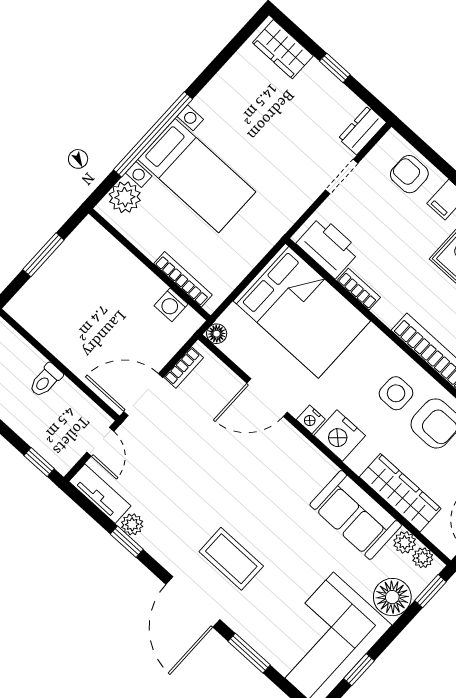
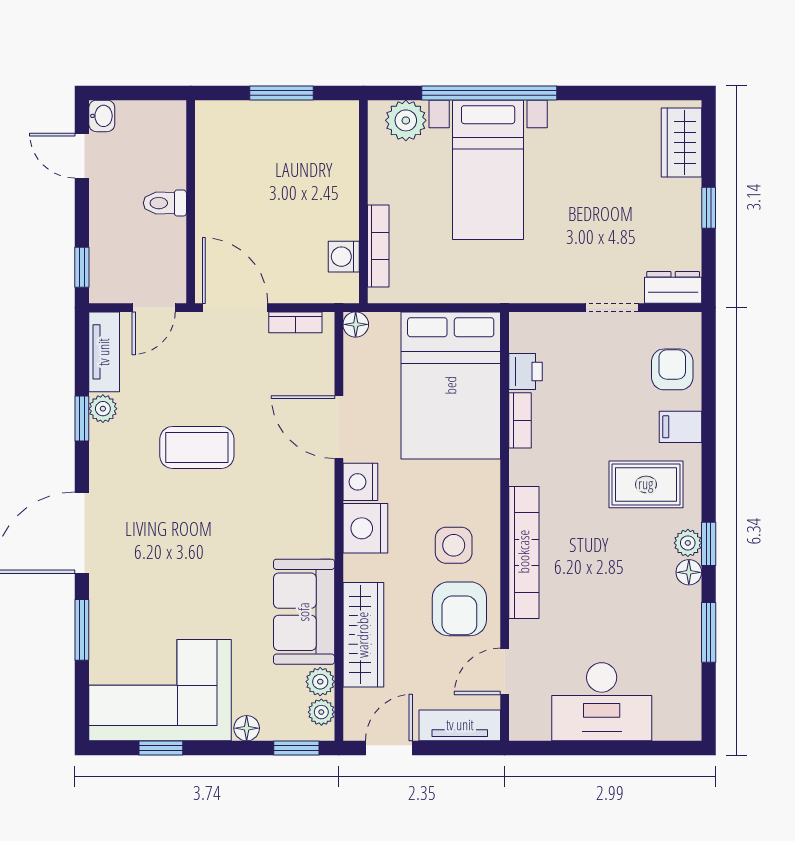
printer: (328, 247) -> (525, 372), width x0.53, depth x0.68
nightstand: (311, 419) -> (360, 482), width x1.39, depth x1.35
coffee table: (231, 559) -> (197, 447), moved, turned 90
floor lamp: (392, 597) -> (247, 728), width x0.53, depth x0.53

